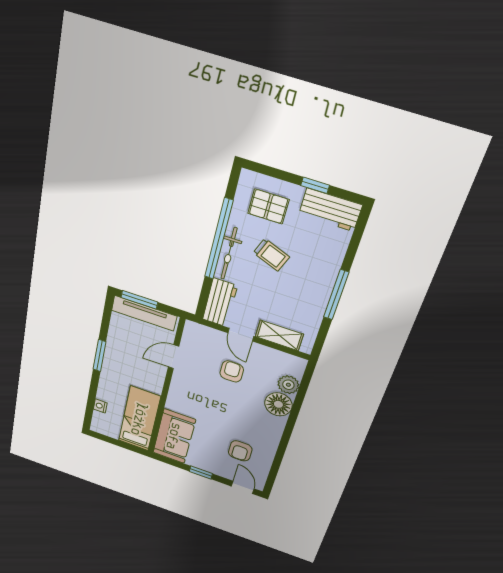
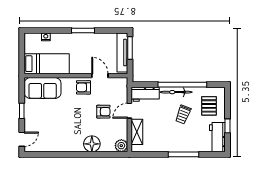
window: (336, 295) -> (183, 154), moved
plant: (288, 385) -> (121, 146), moved
armchair: (240, 451) -> (83, 87), moved

